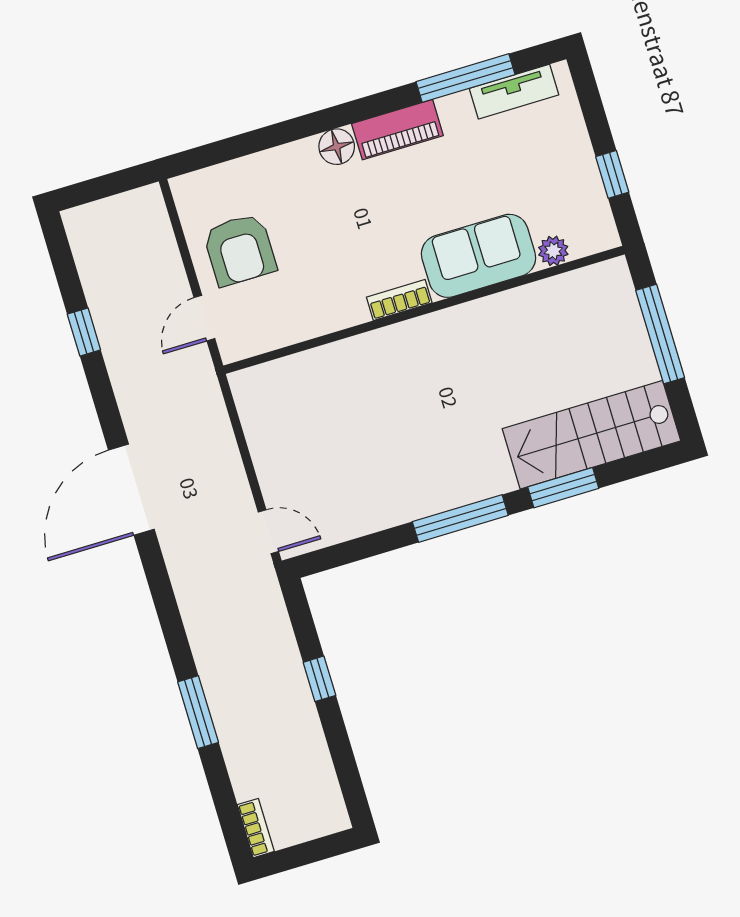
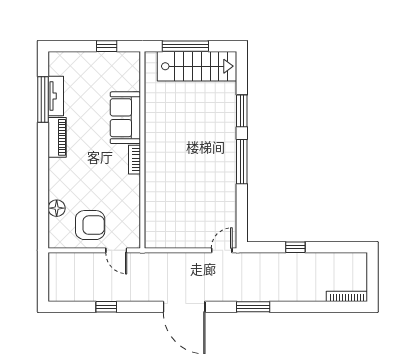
tv unit: (514, 92) -> (56, 96), moved
floor lamp: (337, 147) -> (57, 208), moved
plant: (553, 251) -> (133, 83), removed
stairs: (591, 435) -> (197, 66), moved, turned -90
window: (198, 712) -> (253, 307), moved
bookcase: (256, 828) -> (347, 296), width x1.56

